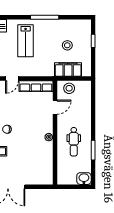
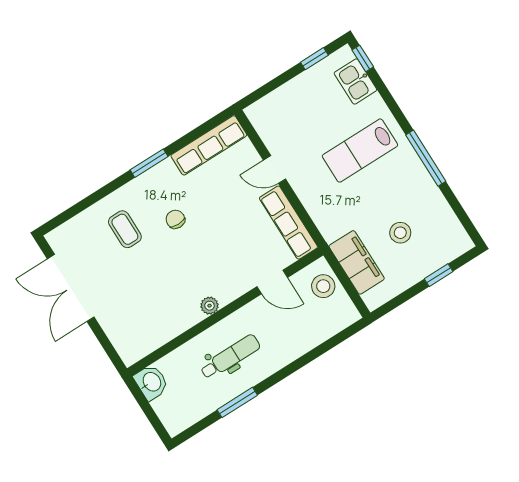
dental chair: (74, 142) -> (230, 357), turned 180
washbasin: (84, 179) -> (151, 382), moved

